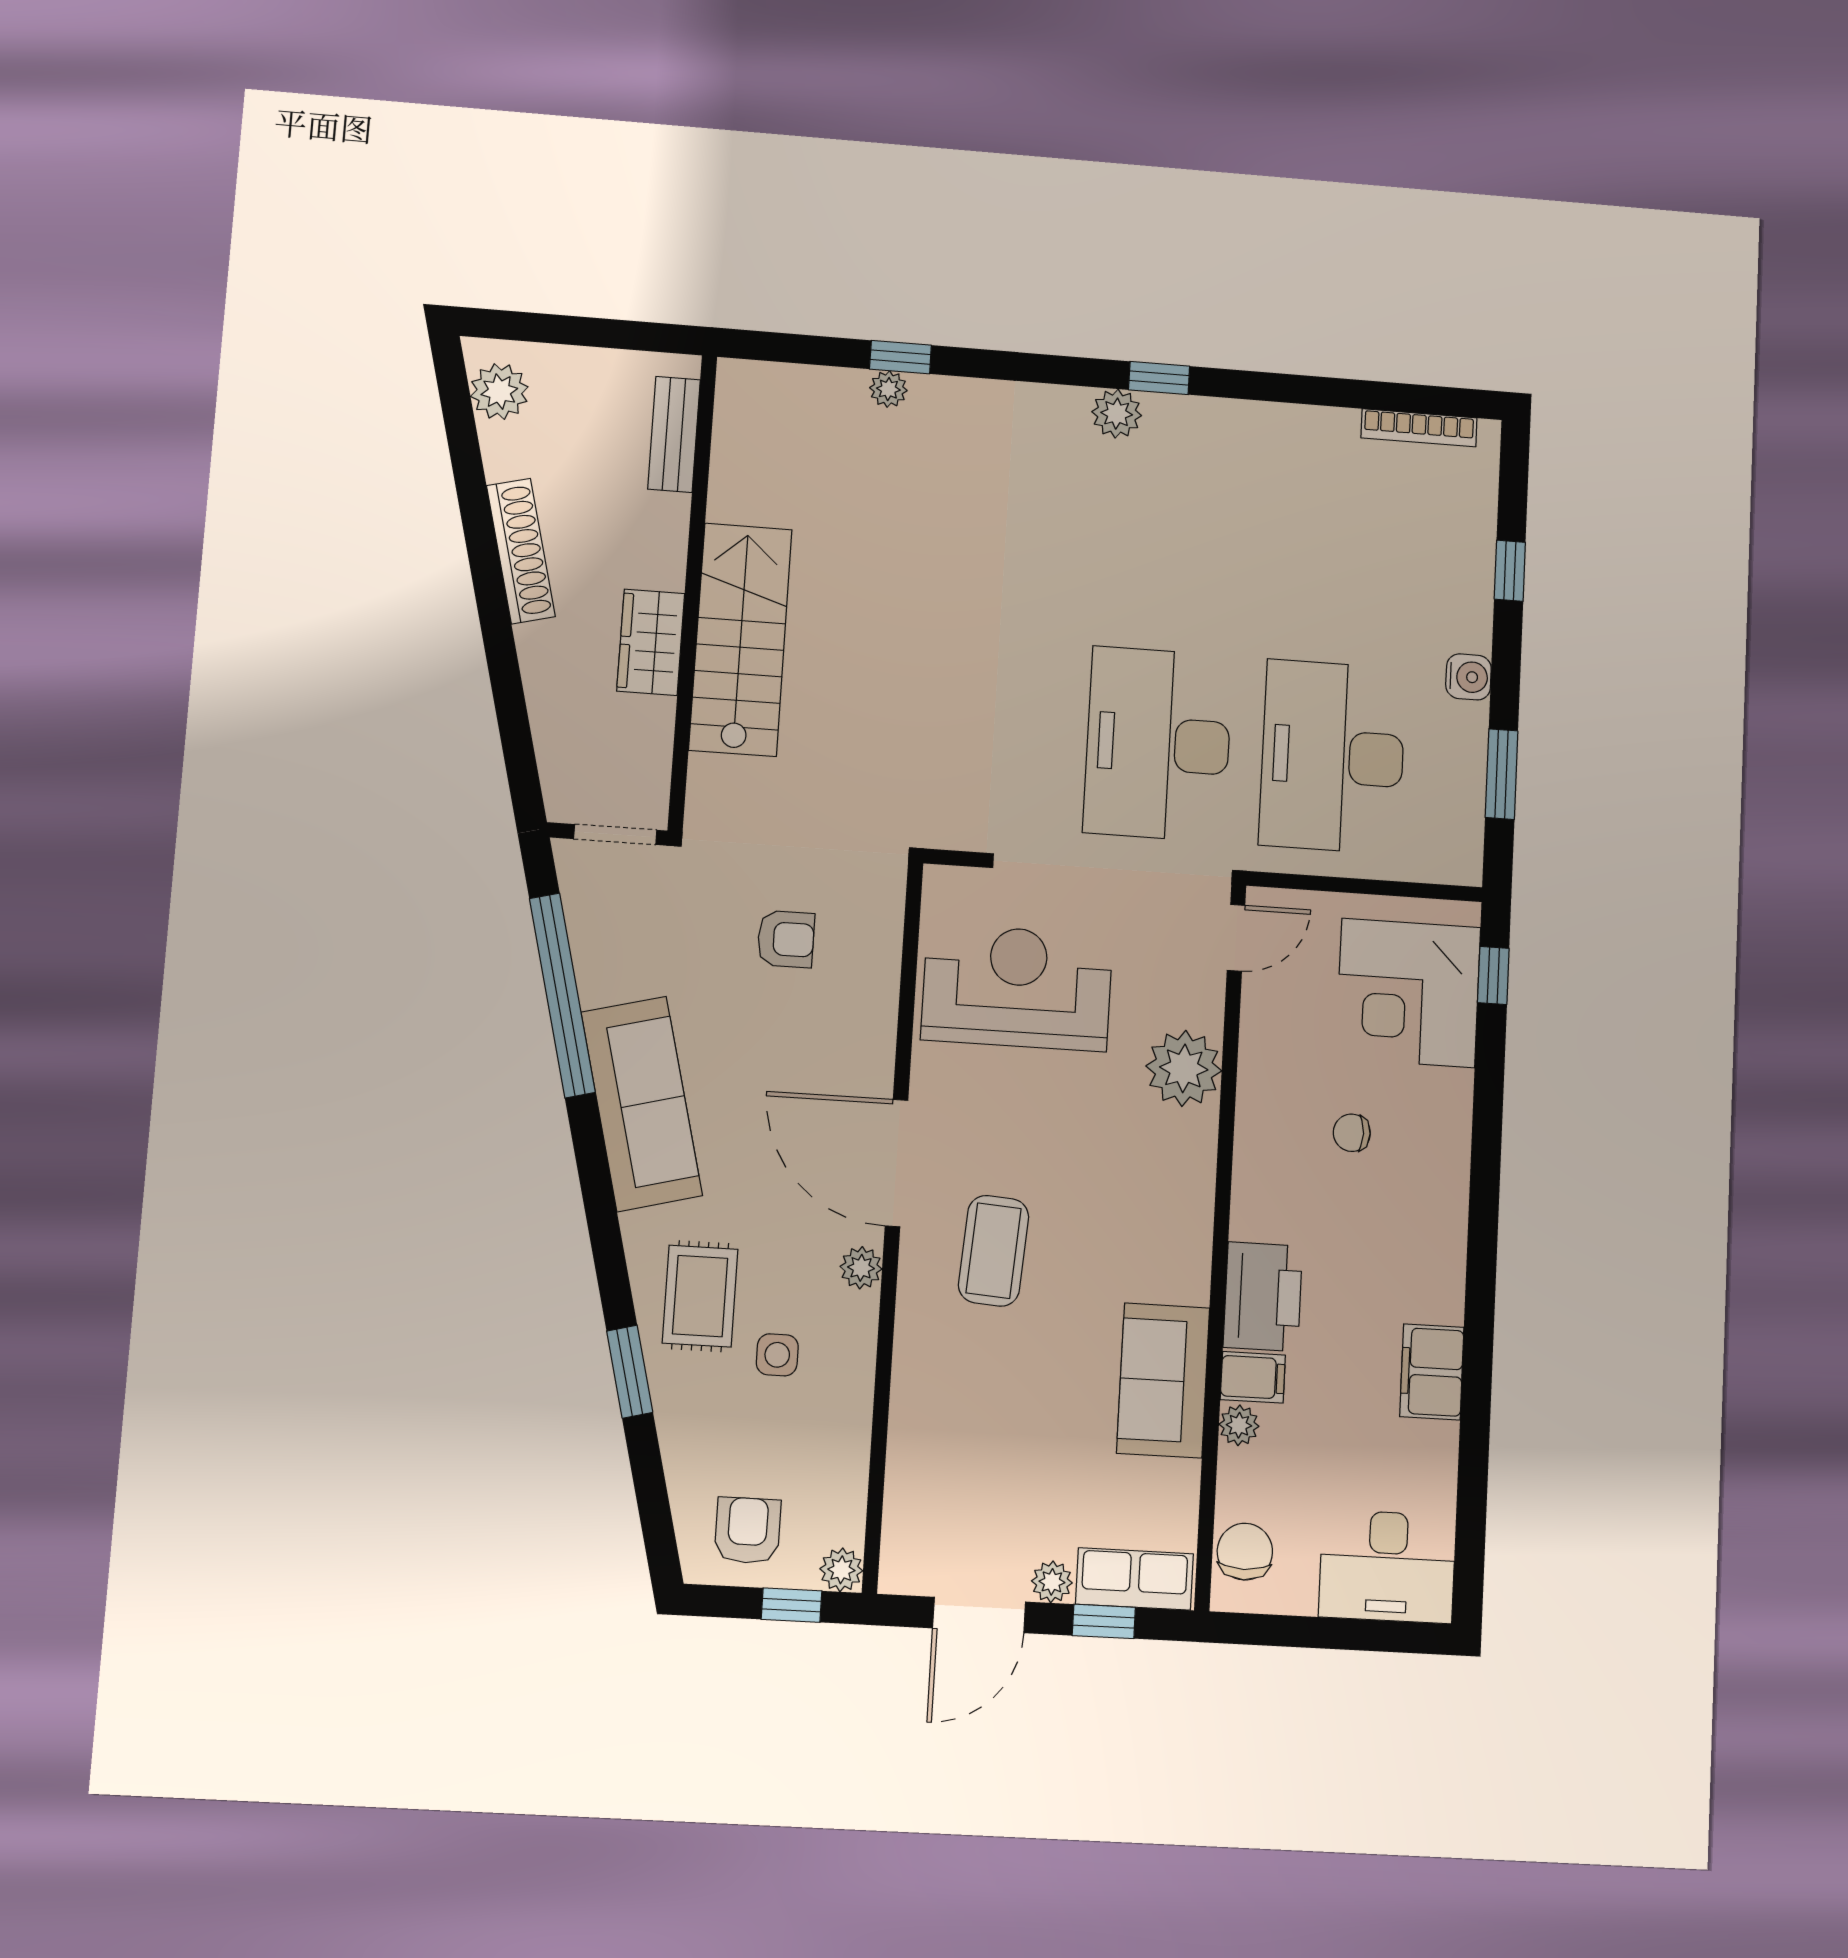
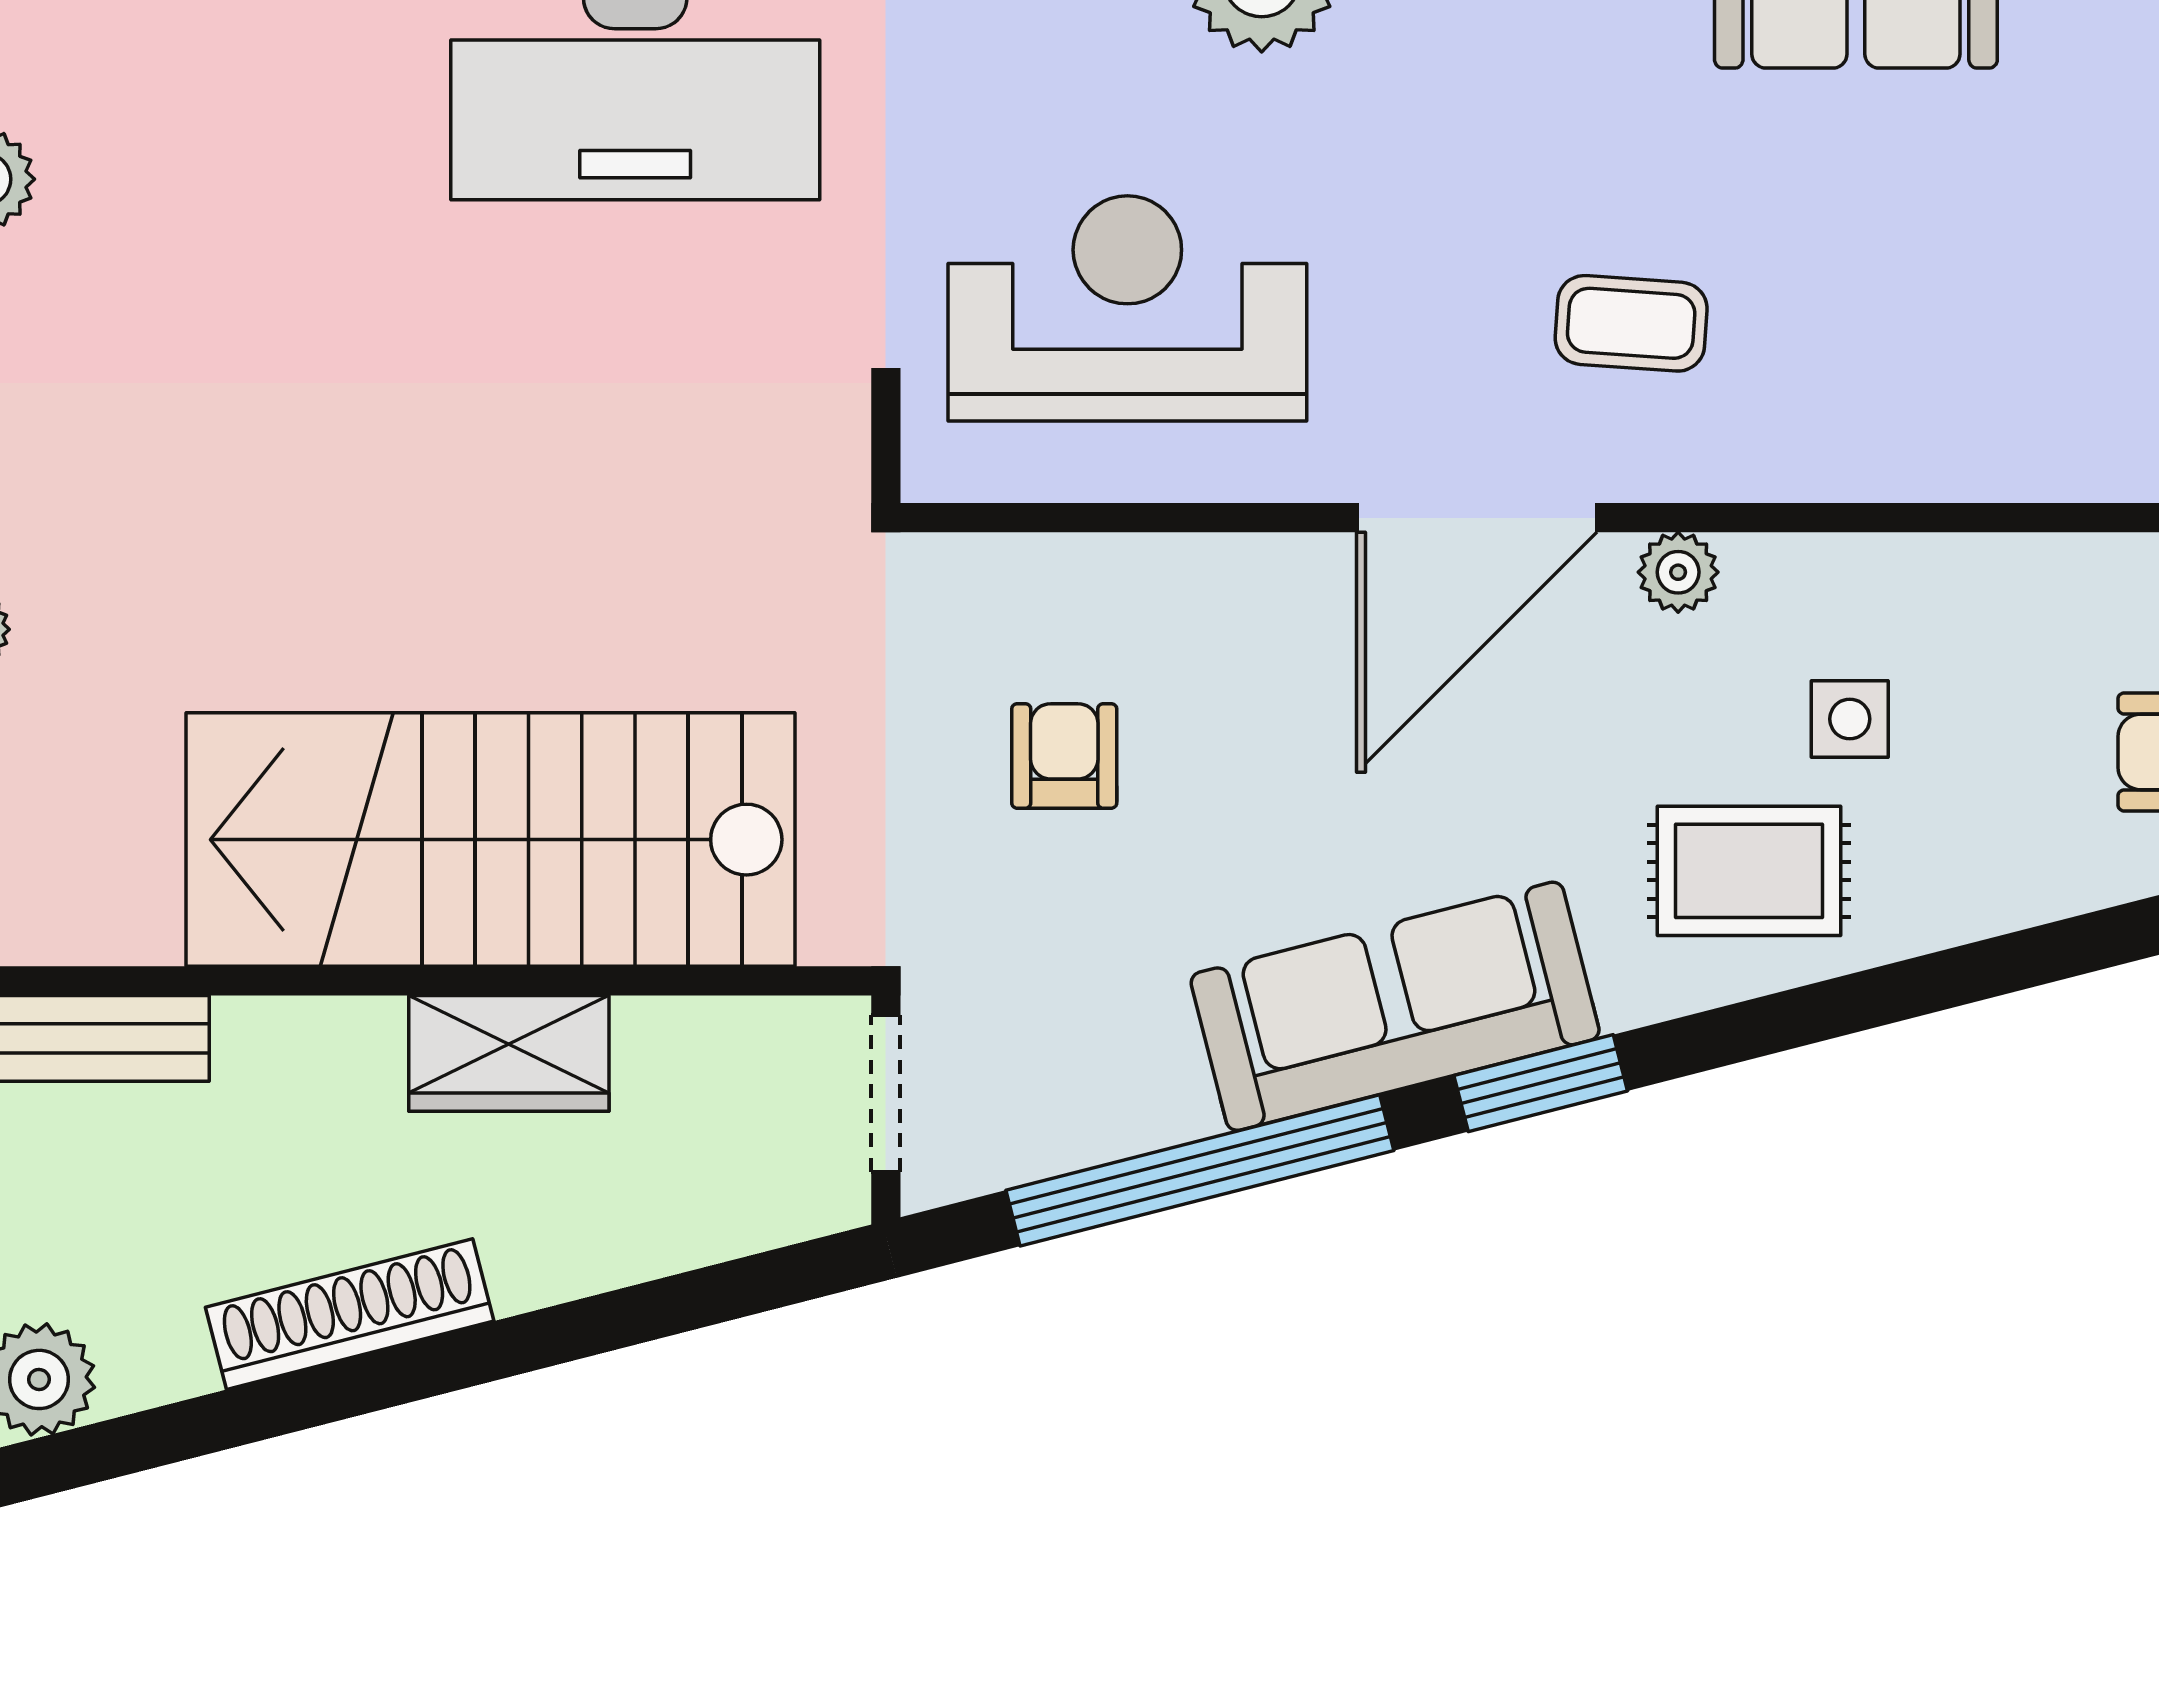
stairs: (740, 640) -> (491, 840), width x1.36, depth x1.51
reception desk: (1017, 987) -> (1127, 308), turned 90
coffee table: (994, 1251) -> (1631, 323), width x0.73, depth x0.77
window: (630, 1372) -> (1541, 1083), moved

